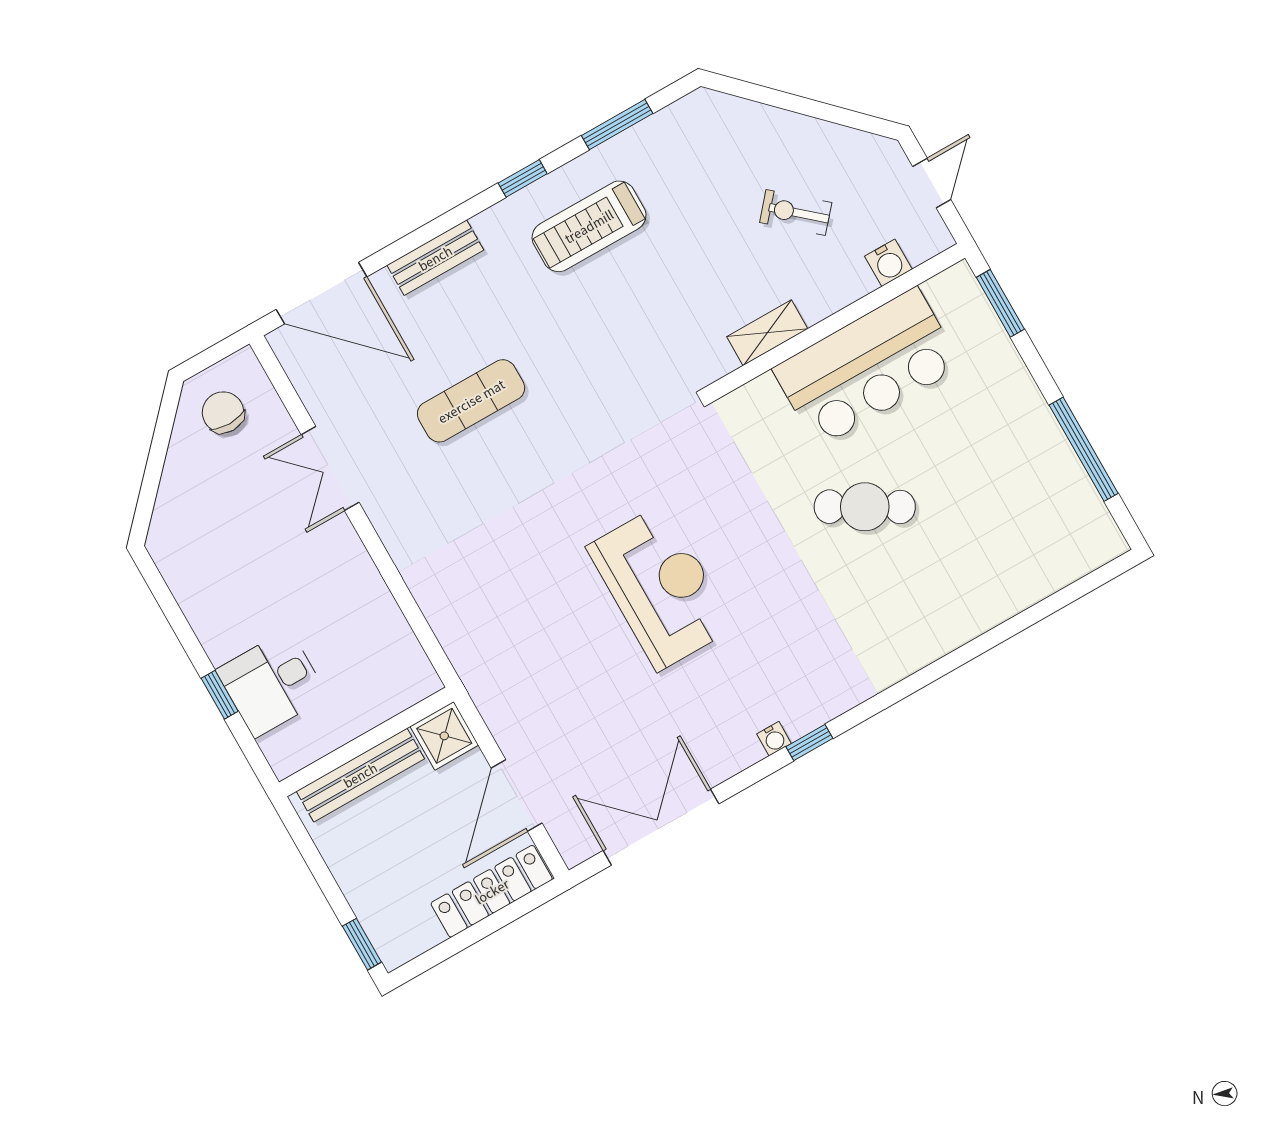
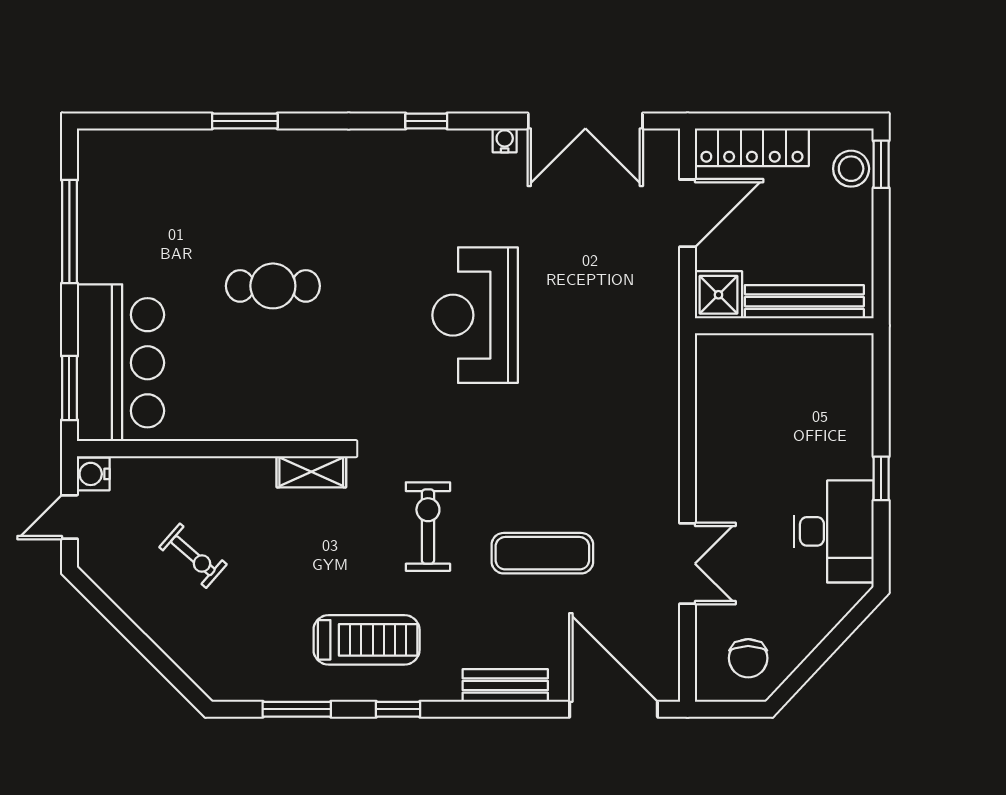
water cooler: (888, 263) -> (93, 474), moved, turned -90
shelving: (767, 333) -> (311, 472), moved
exercise bike: (592, 365) -> (428, 527), added
bar counter: (867, 367) -> (120, 363), moved, turned 90
cafe table: (865, 507) -> (273, 286), turned -30
window: (979, 646) -> (245, 121), added
desk: (272, 683) -> (834, 531), moved, width x1.37
window: (220, 695) -> (881, 478), moved
water cooler: (774, 739) -> (505, 140), moved
stool: (388, 924) -> (851, 169), added

